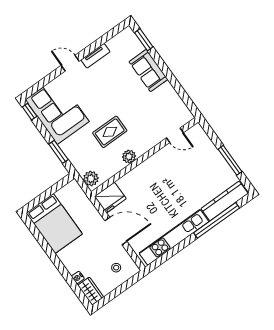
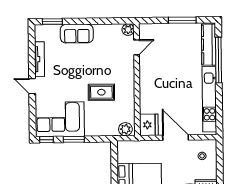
tv unit: (95, 56) -> (40, 59), width x1.41
door: (70, 63) -> (32, 86), hinge flipped
rug: (110, 132) -> (101, 92), turned 90
window: (58, 152) -> (74, 139), moved
plant: (129, 157) -> (128, 30), moved
door: (116, 231) -> (176, 138), hinge flipped

